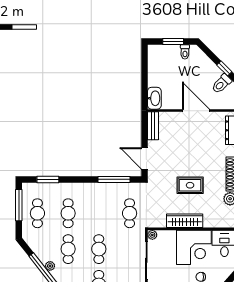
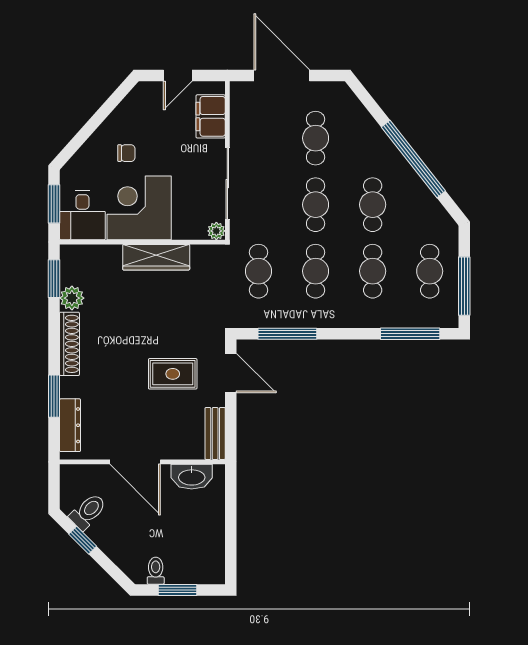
washbasin: (154, 98) -> (192, 477), moved, turned -90
window: (48, 179) -> (410, 334), width x1.44
rug: (190, 185) -> (173, 374), moved
cafe table: (99, 213) -> (316, 271), added
plant: (50, 266) -> (406, 173), removed

